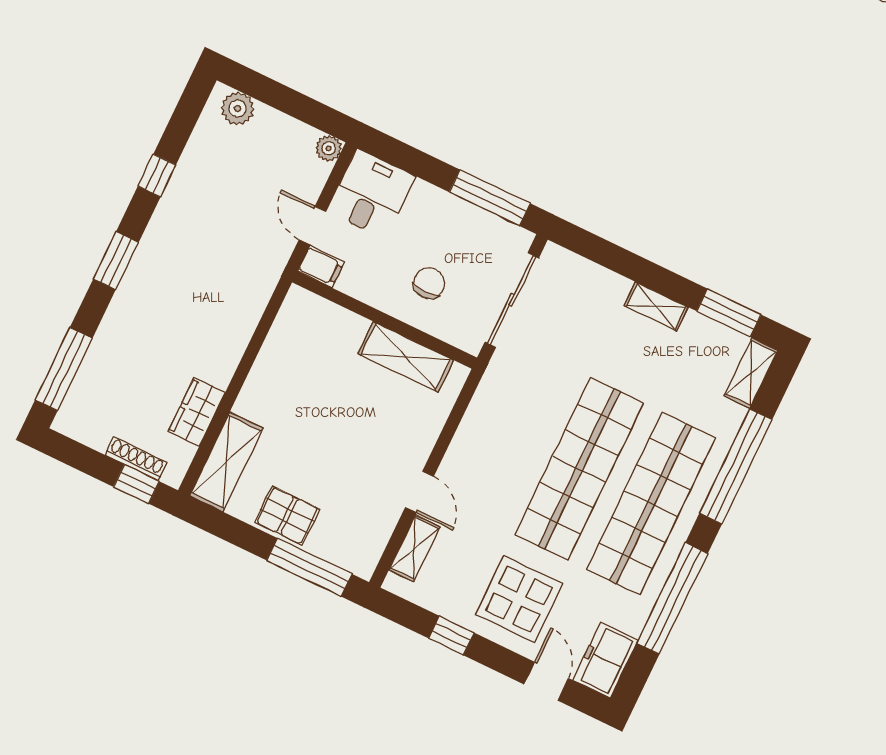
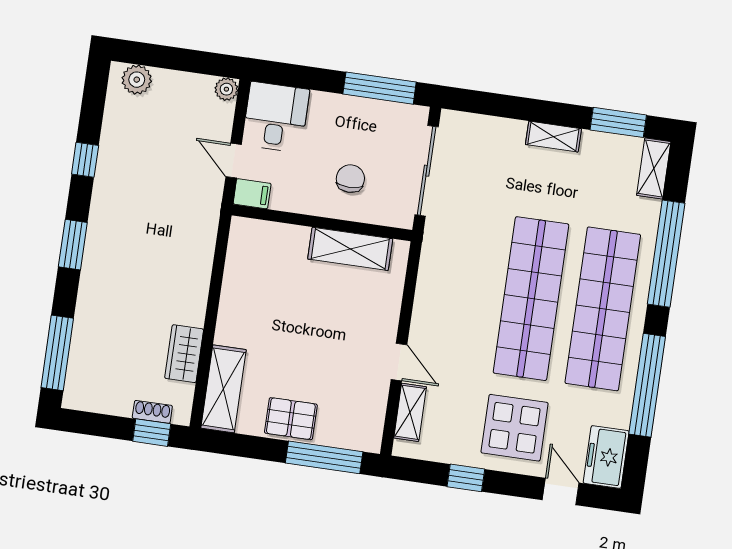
shoe rack: (136, 459) -> (152, 412), width x0.70

